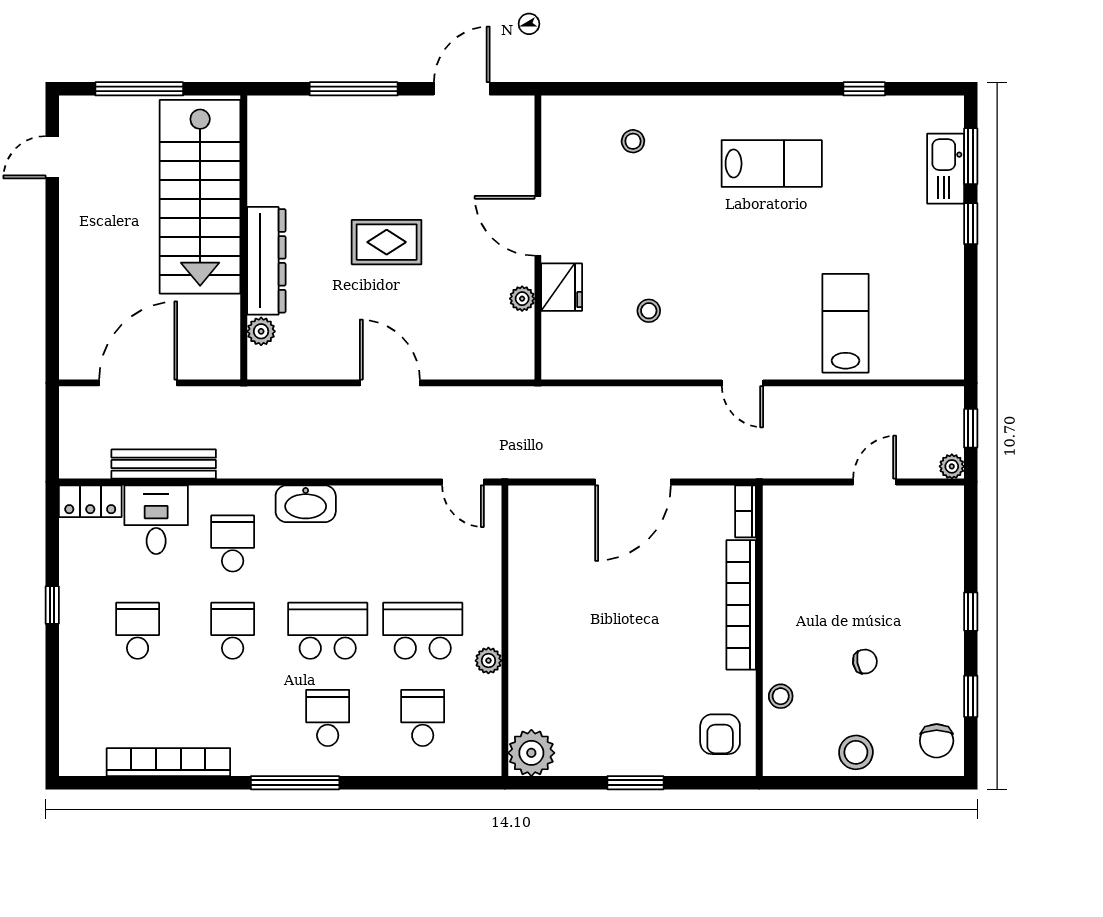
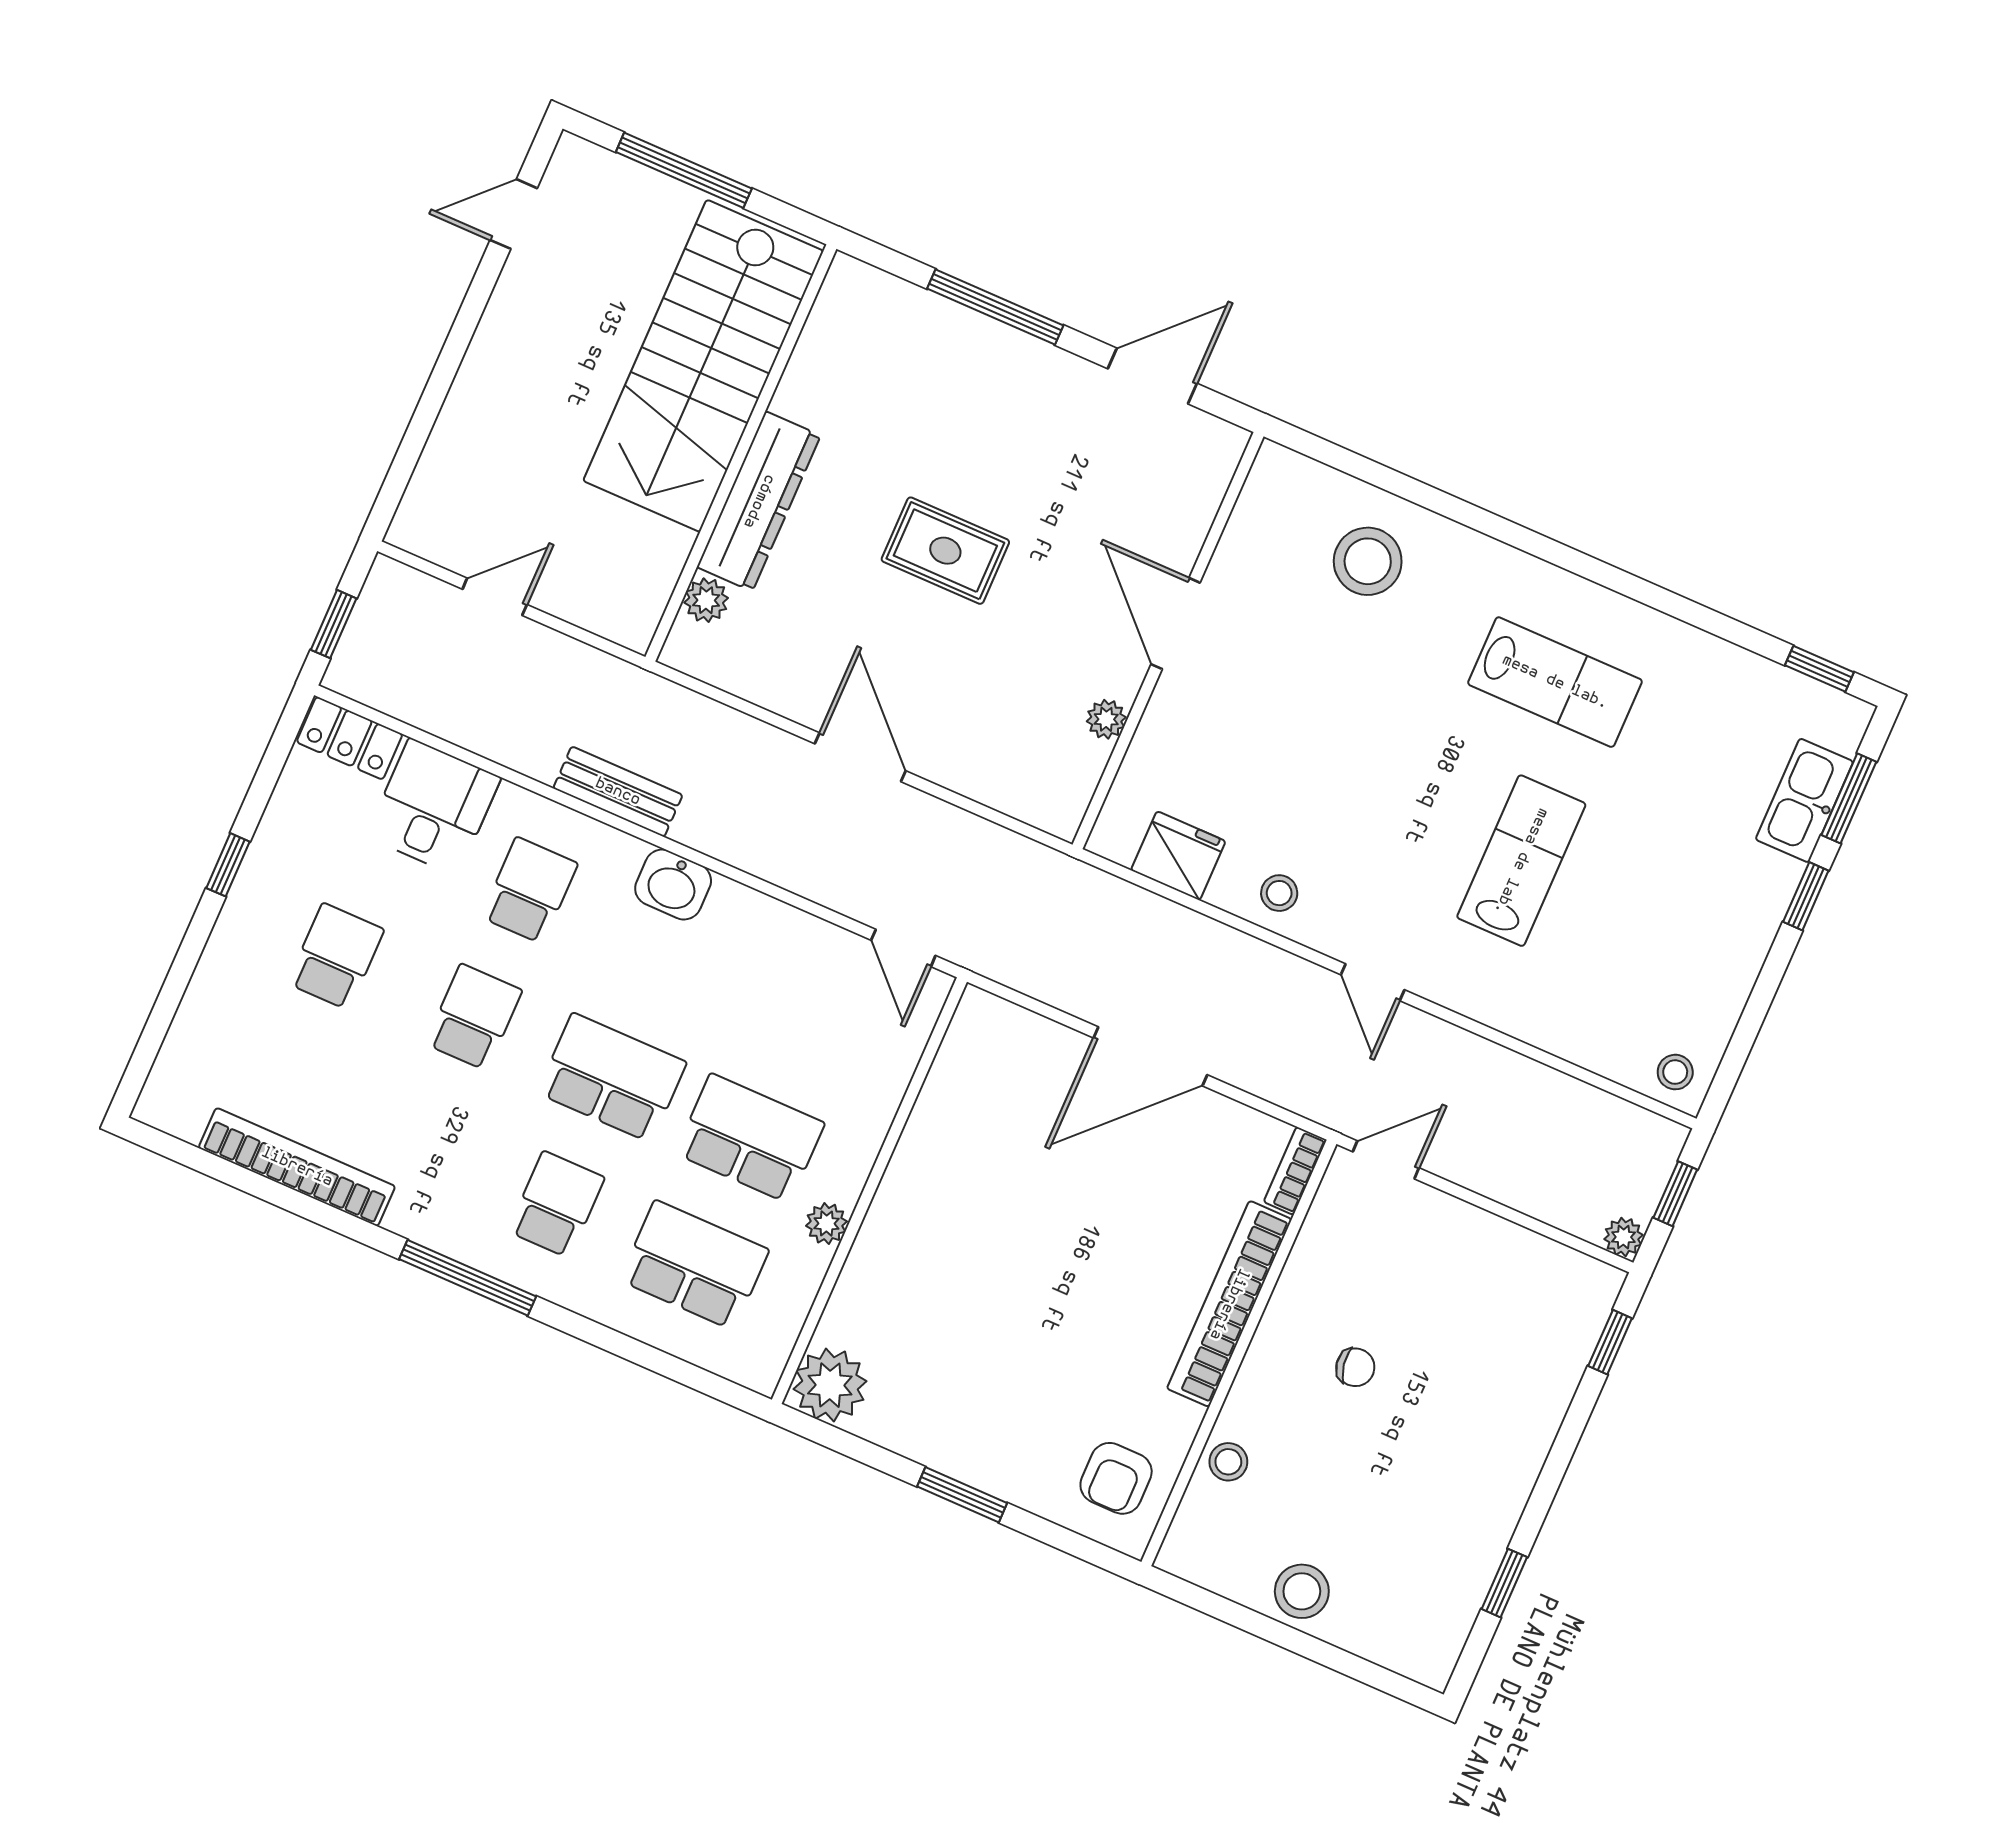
window: (864, 89) -> (1819, 669), moved
stool: (633, 141) -> (1368, 561), width x1.89, depth x1.89
fridge: (562, 287) -> (1178, 856), moved, turned -90
stool: (649, 311) -> (1279, 893), moved
lab bench: (846, 323) -> (1521, 861), moved
stool: (940, 358) -> (1675, 1072), added
door: (138, 383) -> (495, 597), width x0.53
window: (52, 439) -> (334, 624), added
bench: (164, 464) -> (618, 792), moved, width x0.73
door: (875, 482) -> (1386, 1160), moved
washbasin: (306, 504) -> (673, 885), width x0.72
window: (971, 612) -> (1610, 1342), moved
chair: (865, 662) -> (1355, 1367), moved
school desk: (423, 718) -> (694, 1265), width x1.85
chair: (937, 741) -> (1426, 1626), removed

